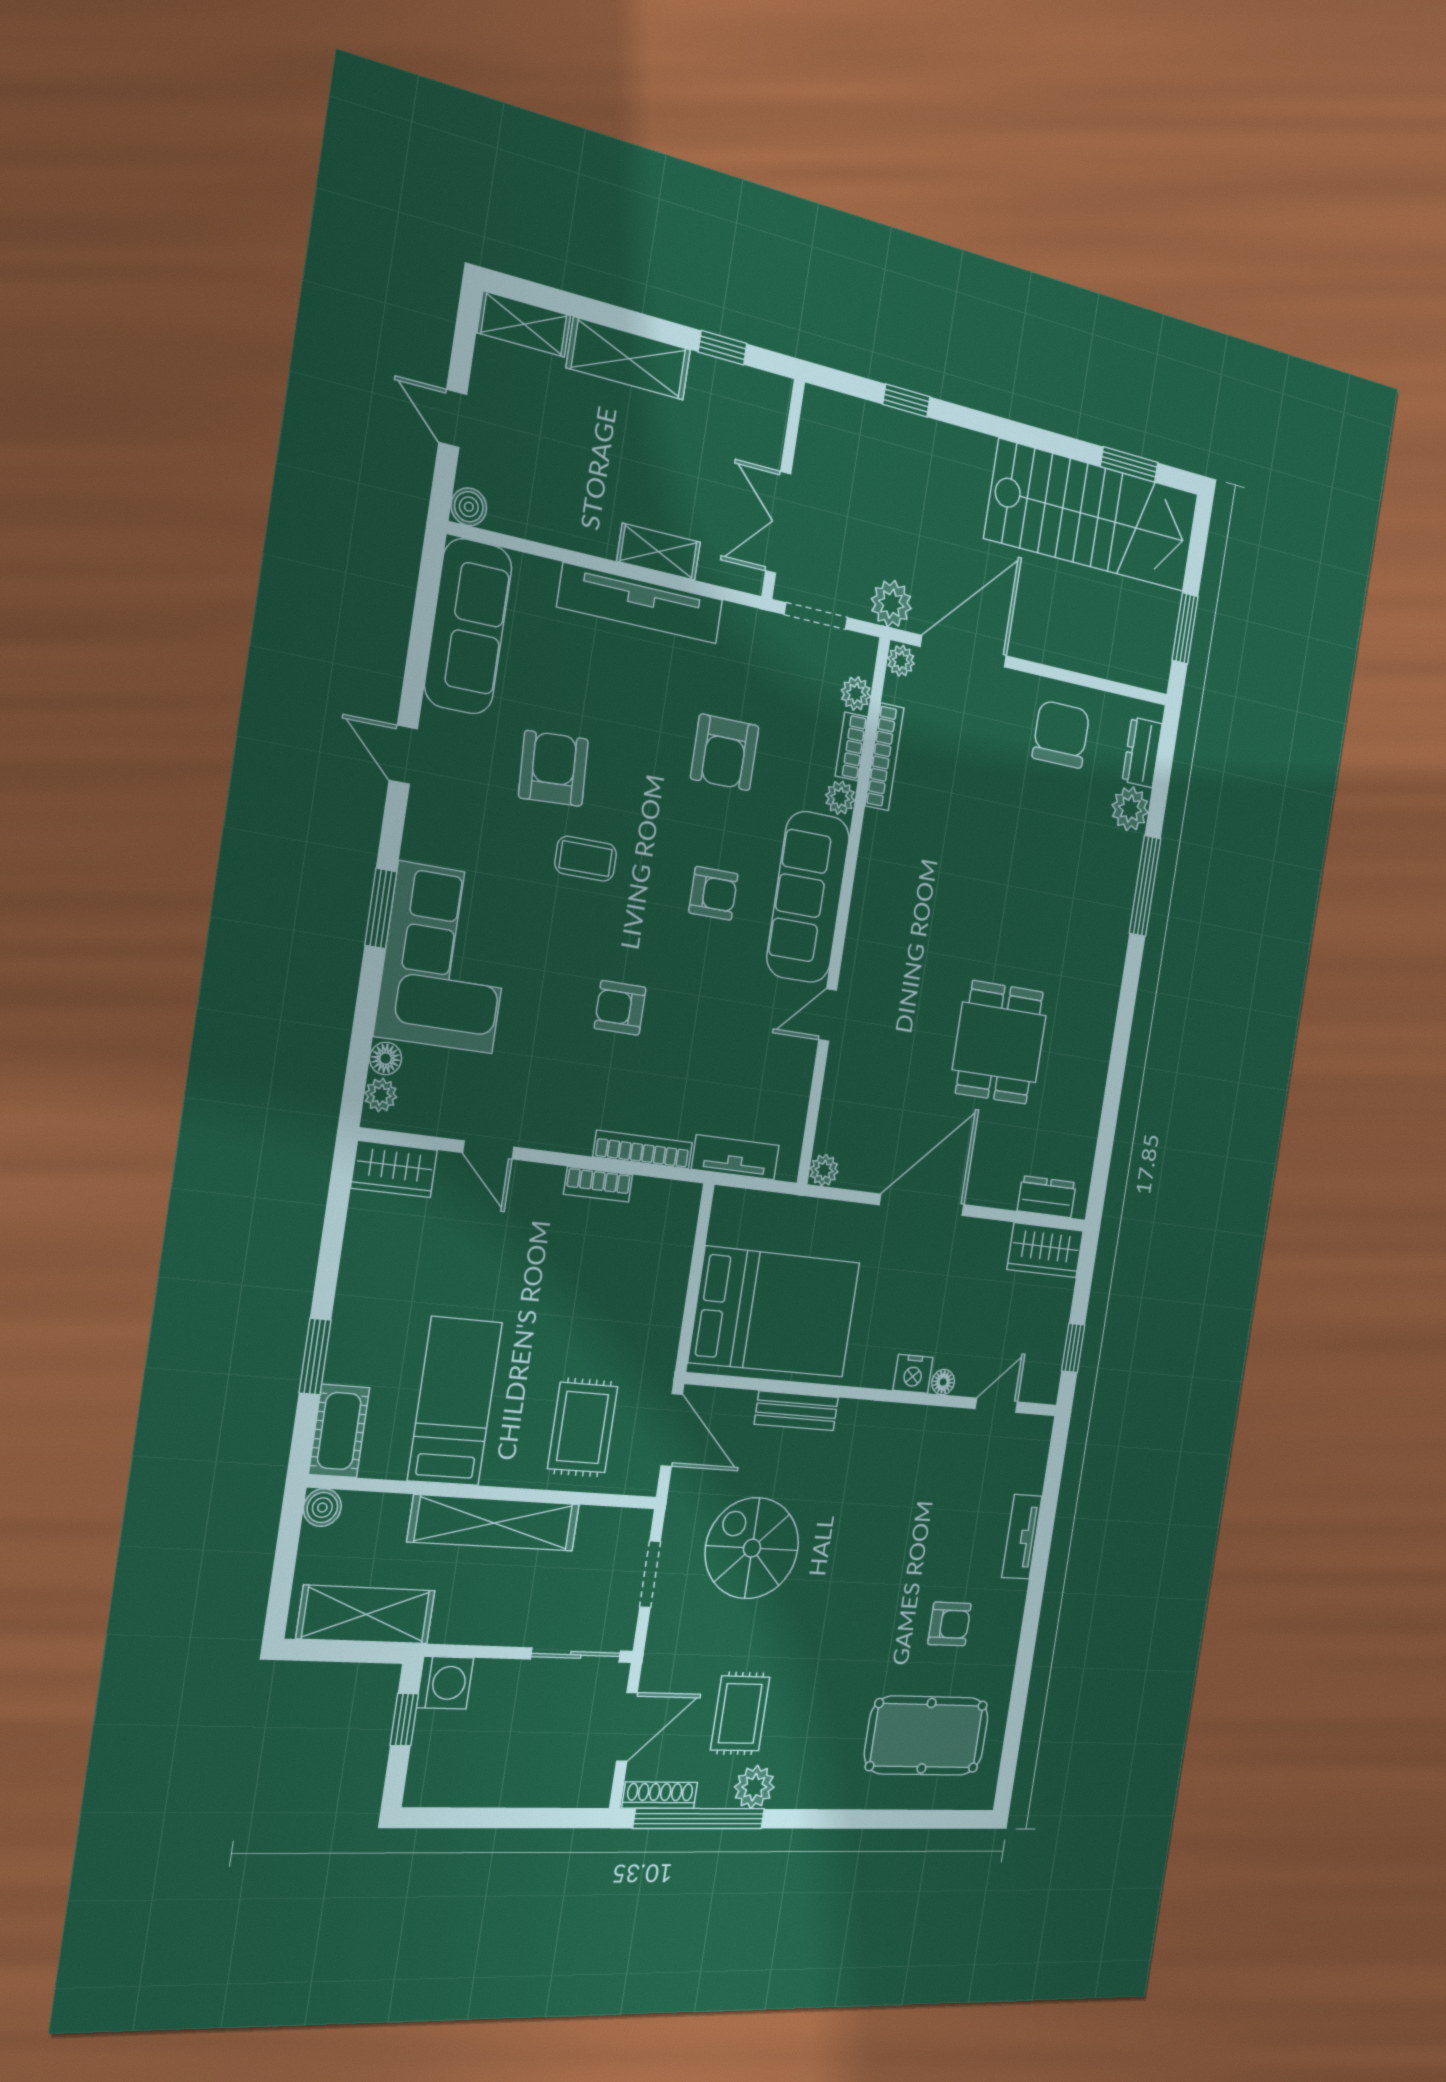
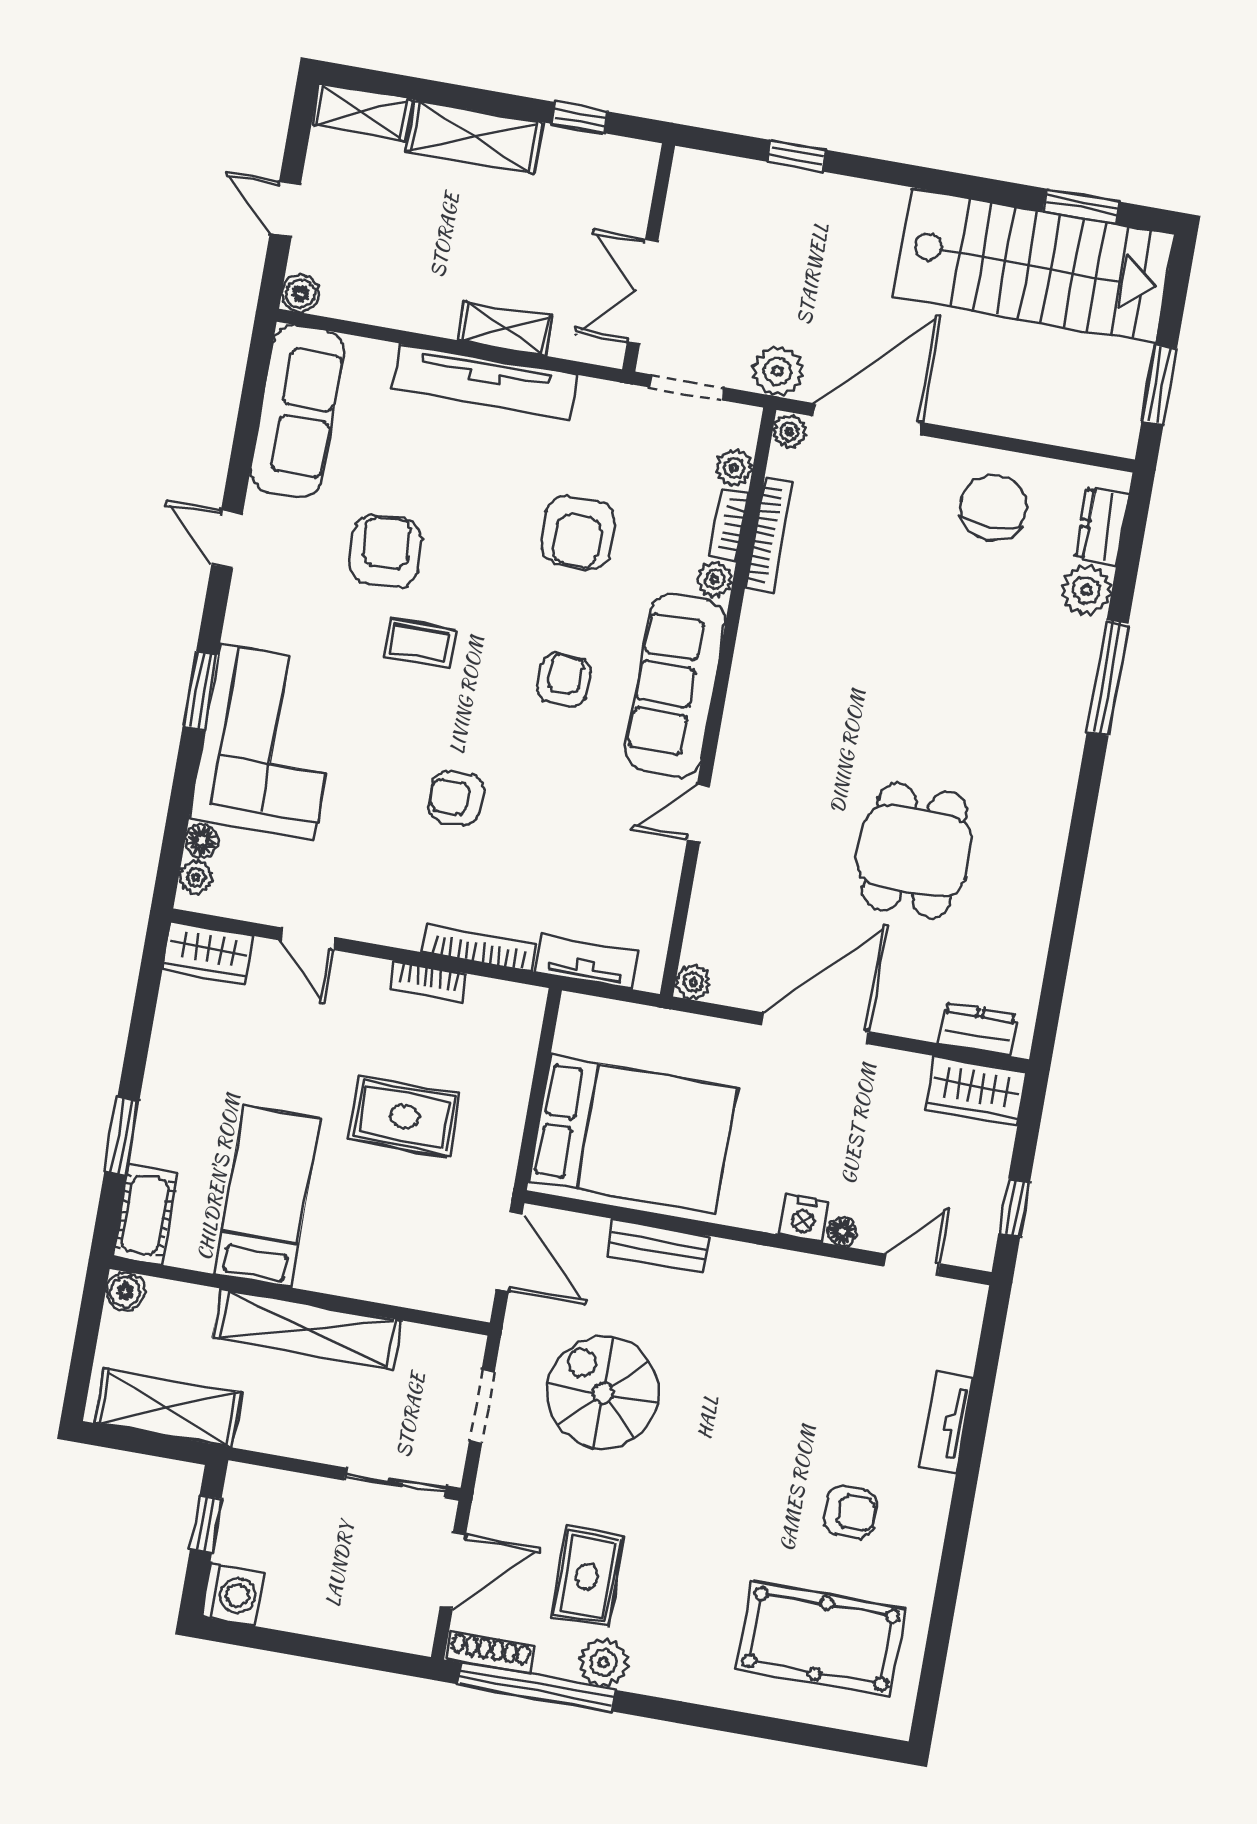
armchair: (713, 893) -> (564, 680), turned -86
rug: (583, 1427) -> (404, 1117), moved, turned 90
washing machine: (445, 1683) -> (232, 1594), moved

